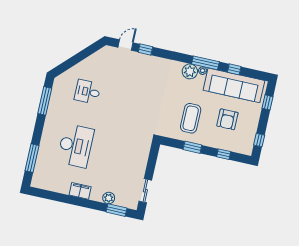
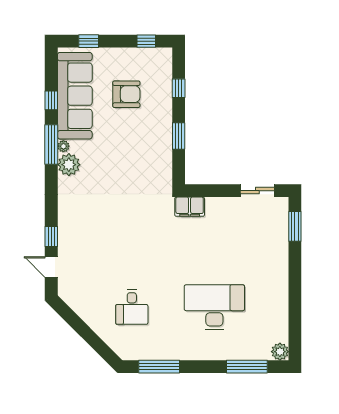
coffee table: (191, 118) -> (137, 148), removed
filing cabinet: (80, 191) -> (190, 207), moved, turned -90
plant: (109, 198) -> (280, 352), moved

